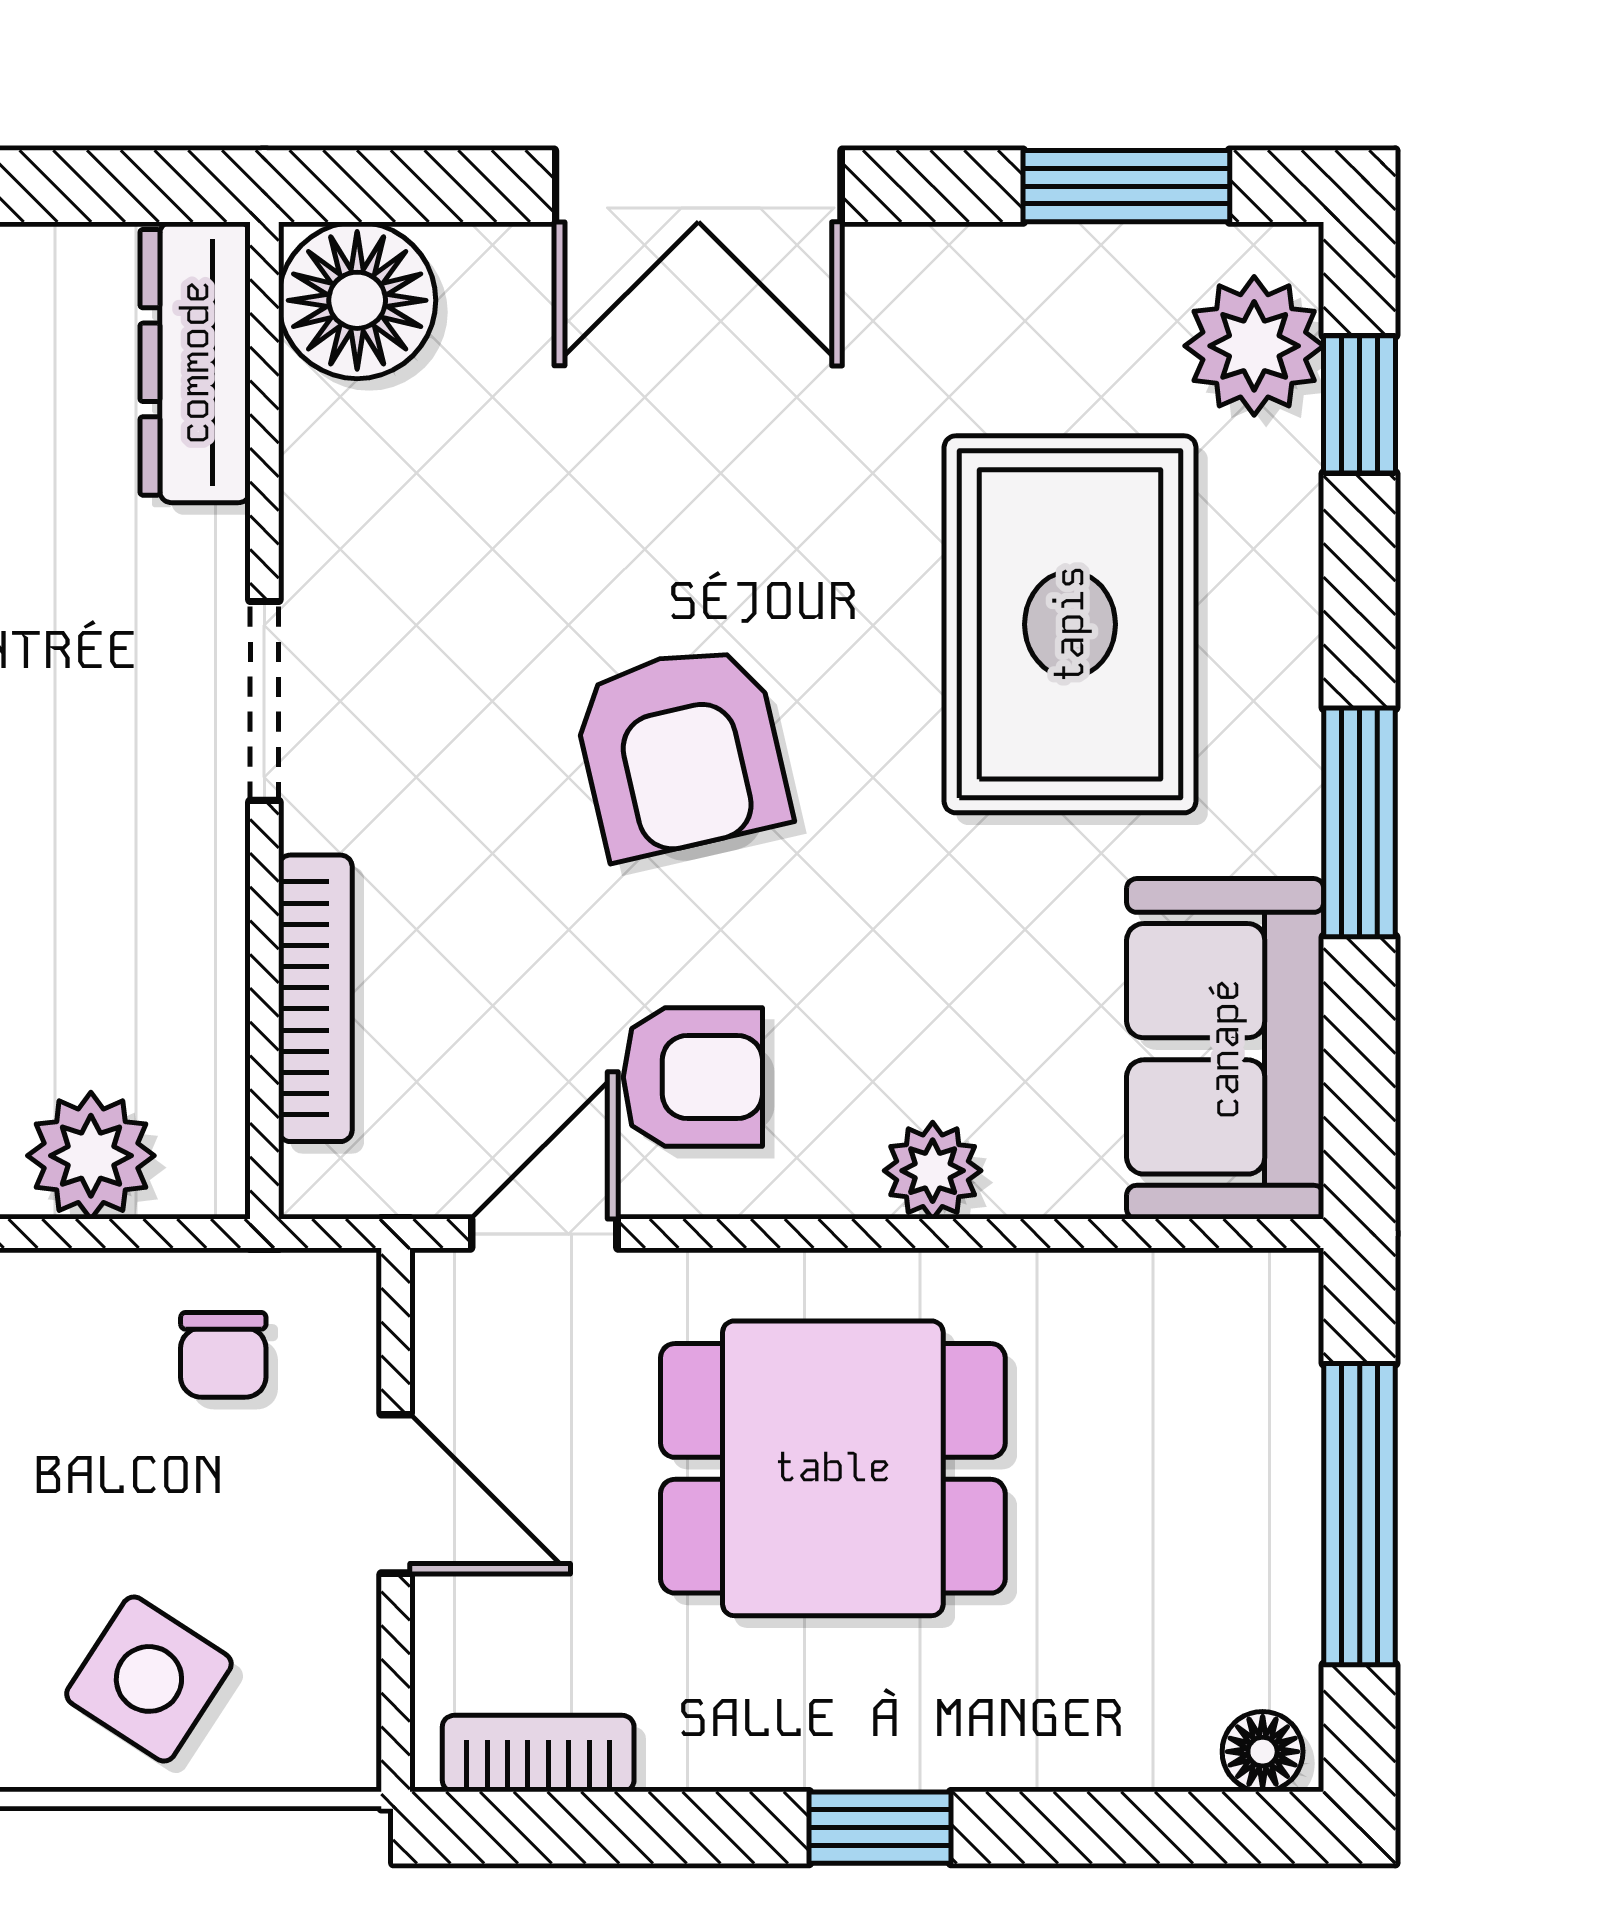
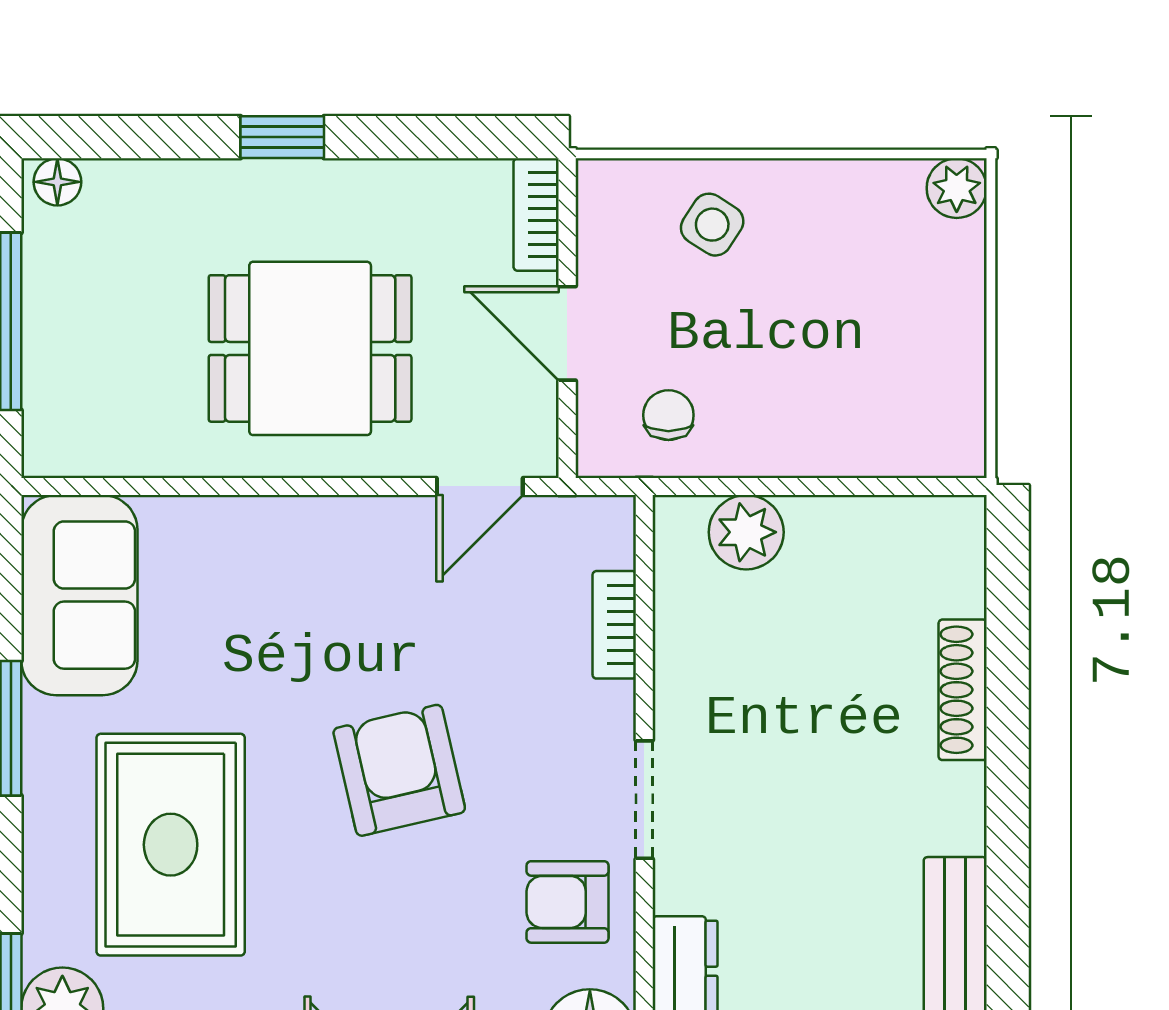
bookcase: (315, 998) -> (614, 625), width x0.64
armchair: (693, 1077) -> (568, 902), moved
plant: (933, 1171) -> (251, 523), removed
side table: (149, 1679) -> (712, 225), width x0.73, depth x0.73
bookcase: (538, 1754) -> (536, 215), moved, turned 90

